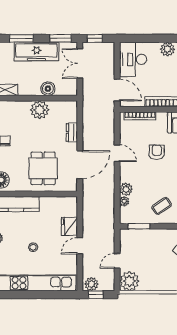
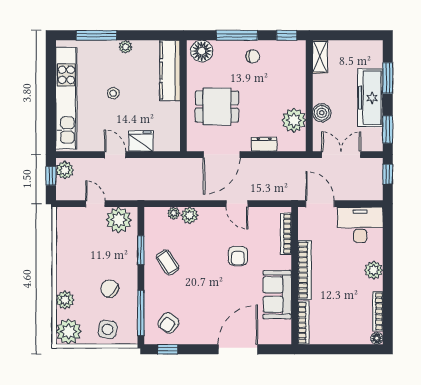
double door: (80, 63) -> (341, 155), moved
door: (117, 90) -> (320, 204), swing flipped
plant: (40, 110) -> (294, 120), moved
armchair: (157, 152) -> (238, 256), turned 90
door: (117, 153) -> (237, 204), hinge flipped
door: (80, 165) -> (222, 155), hinge flipped
window: (139, 226) -> (141, 250), moved
plant: (129, 281) -> (119, 220), moved

